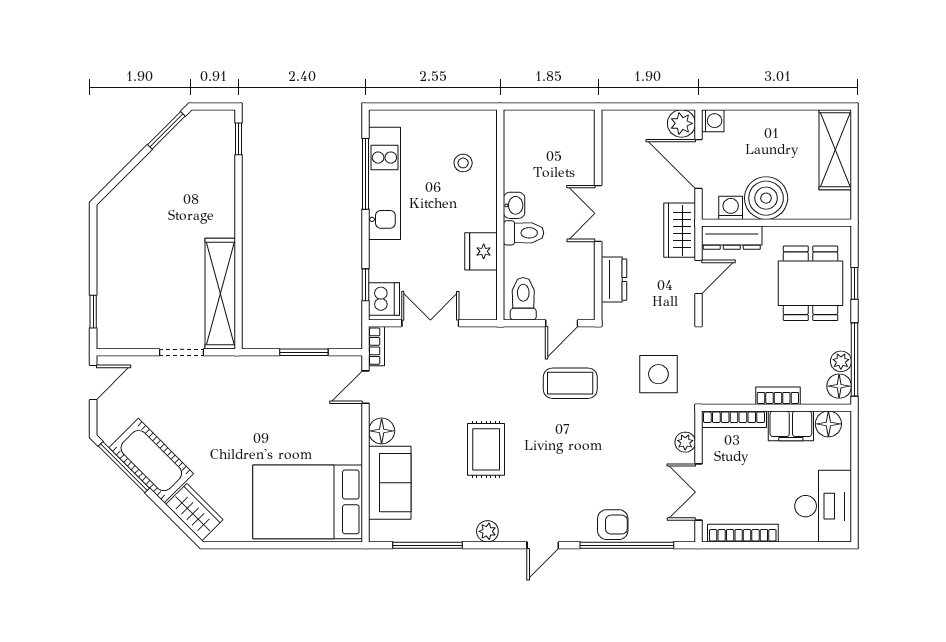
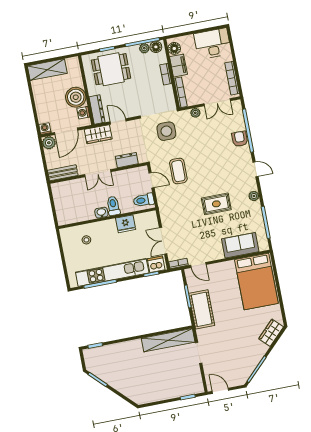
bench: (613, 140) -> (63, 173), added
kitchen unit: (384, 183) -> (112, 272), width x1.36
floor lamp: (382, 431) -> (217, 254), removed
cot: (151, 461) -> (202, 309), moved, turned -45

